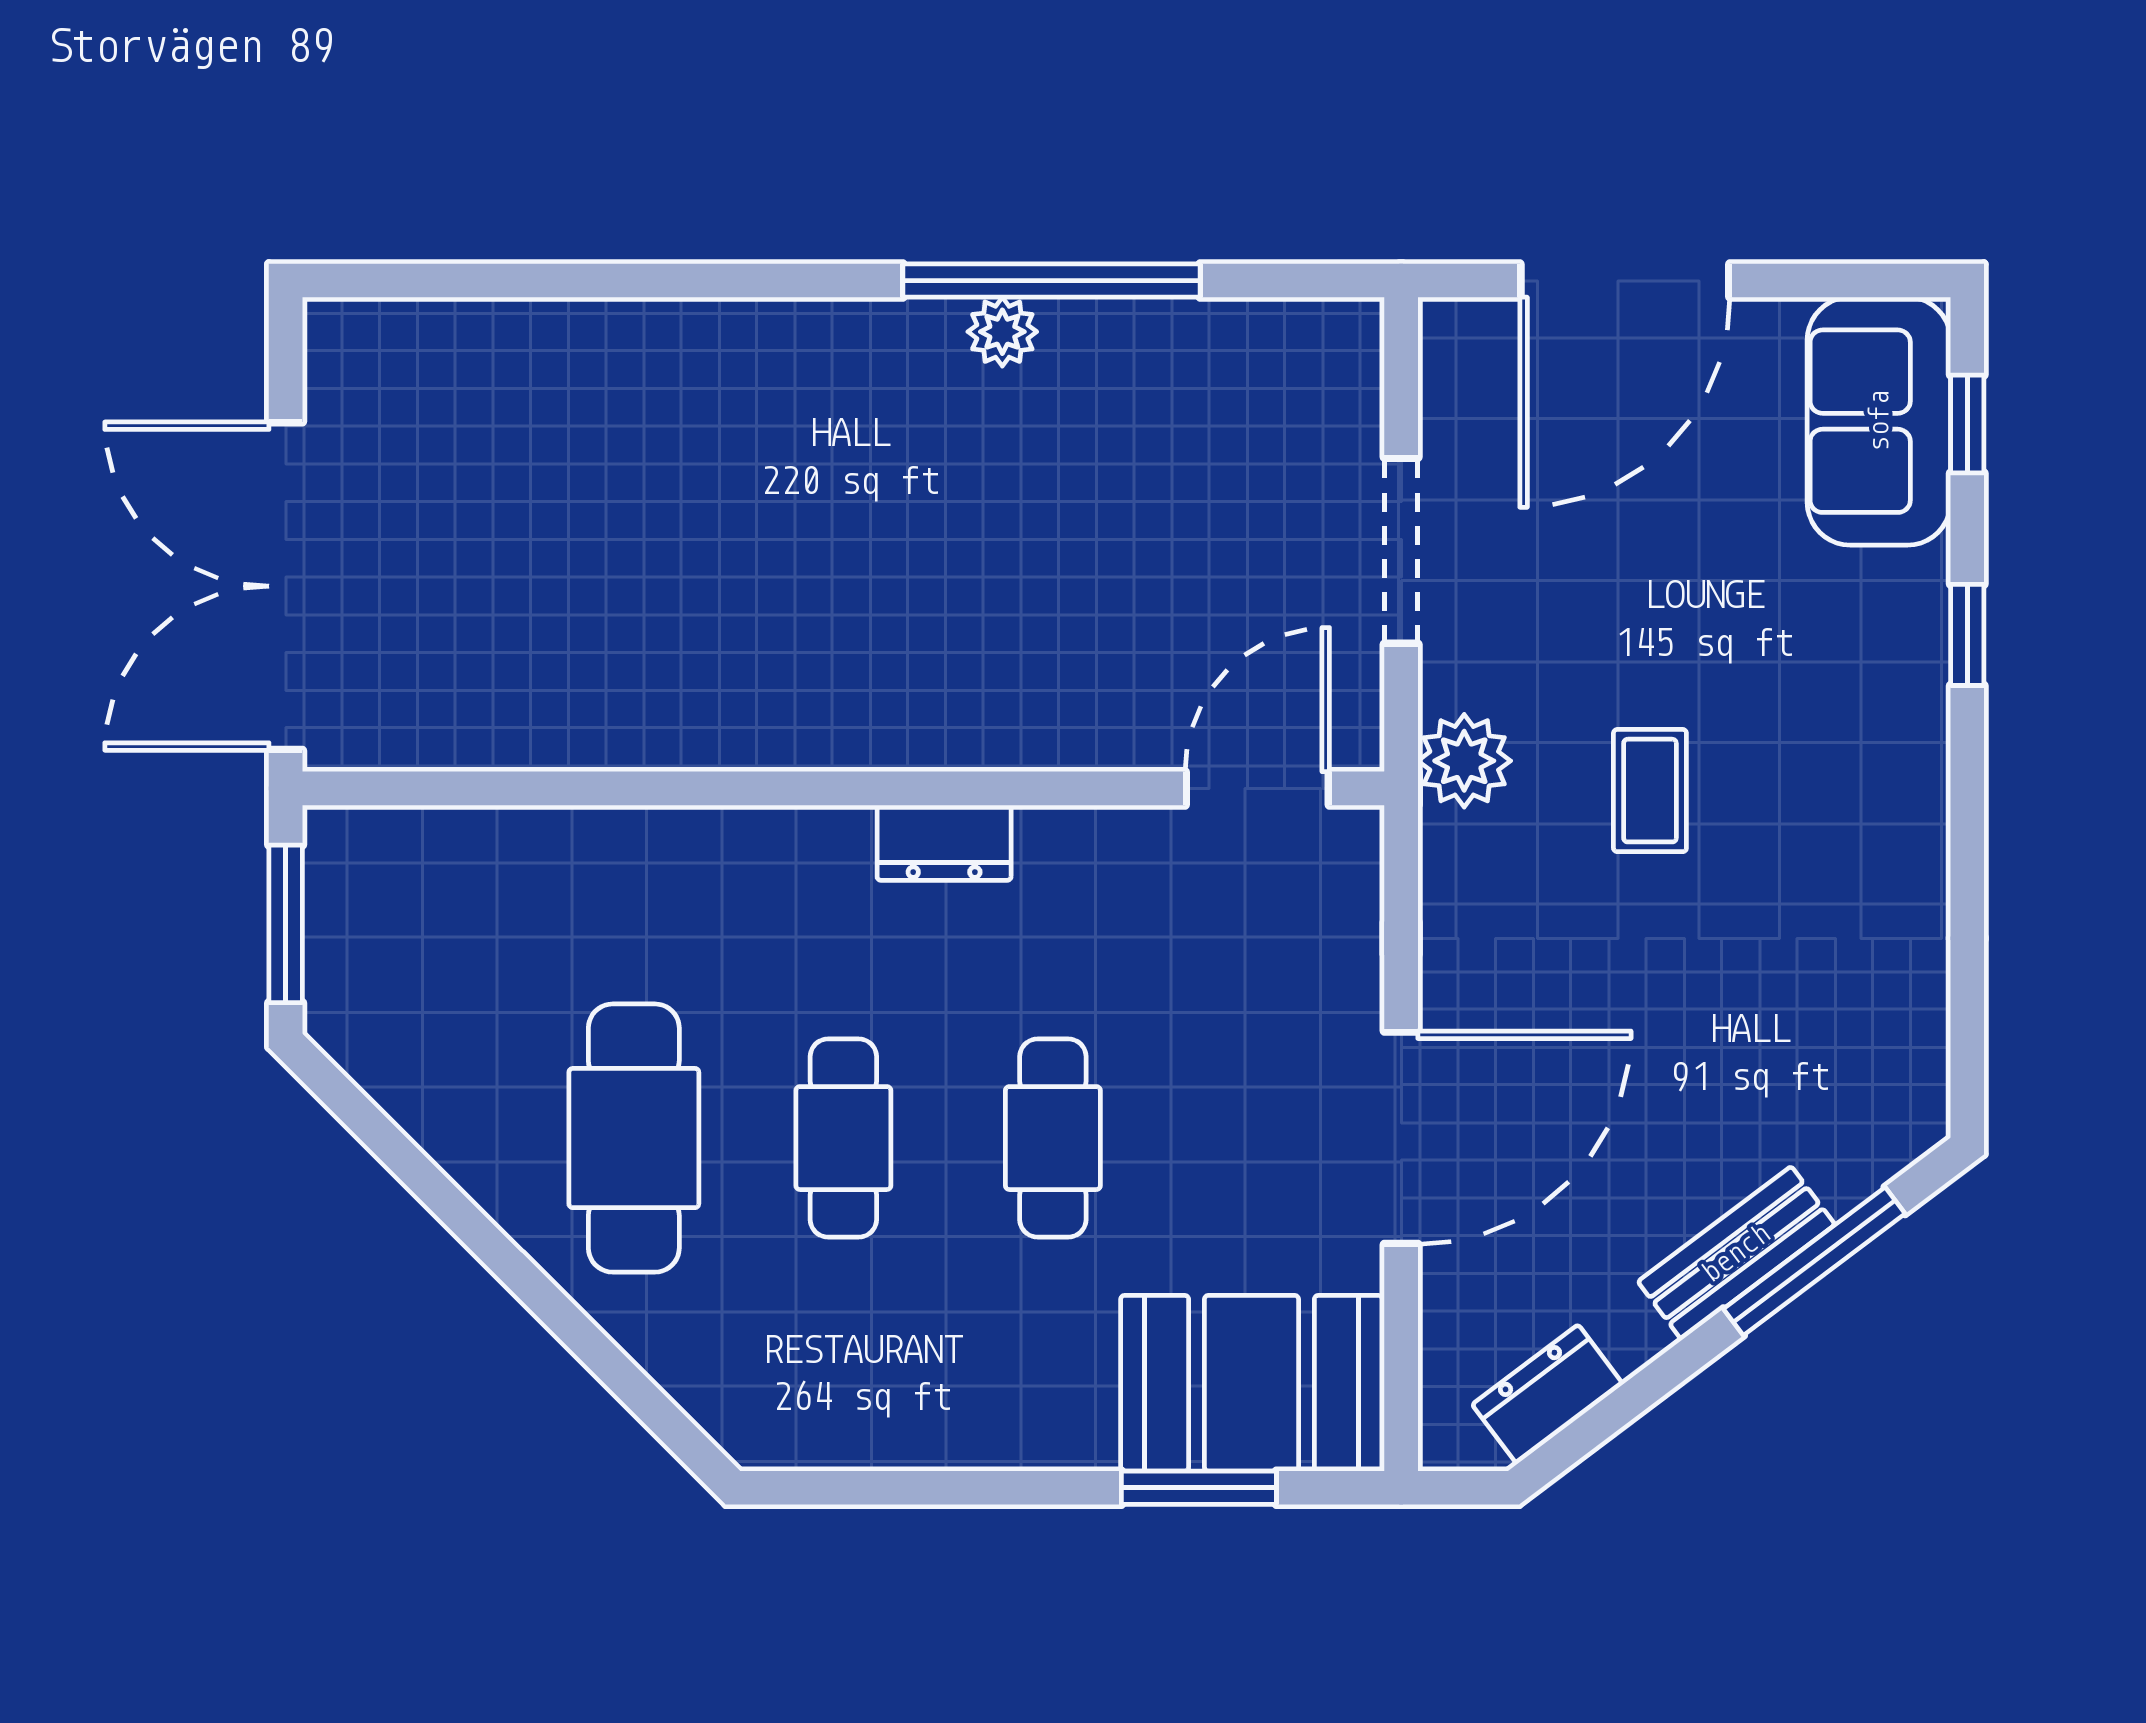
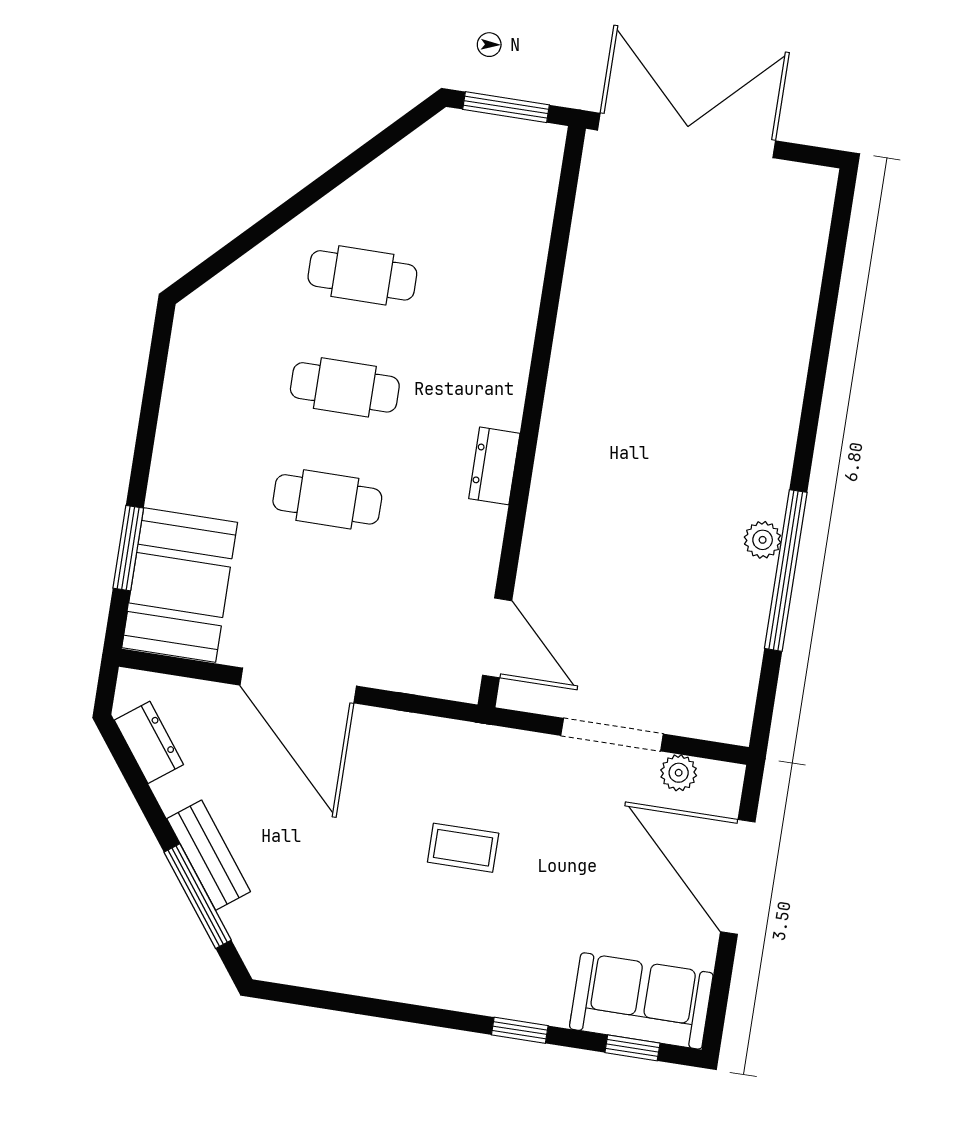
plant: (1464, 761) -> (679, 773), moved, width x0.73, depth x0.73
cafe table: (634, 1138) -> (362, 275), width x0.73, depth x0.74

